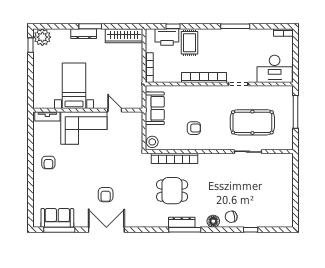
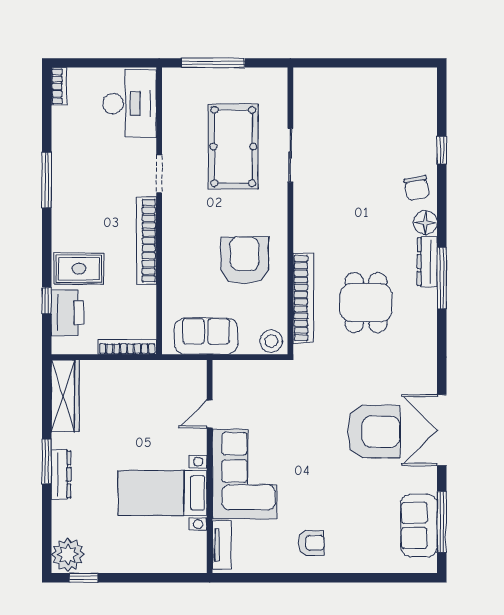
armchair: (194, 128) -> (245, 260), width x1.88, depth x1.88
armchair: (106, 195) -> (374, 432), width x1.88, depth x1.88
dresser: (182, 222) -> (427, 262), moved

